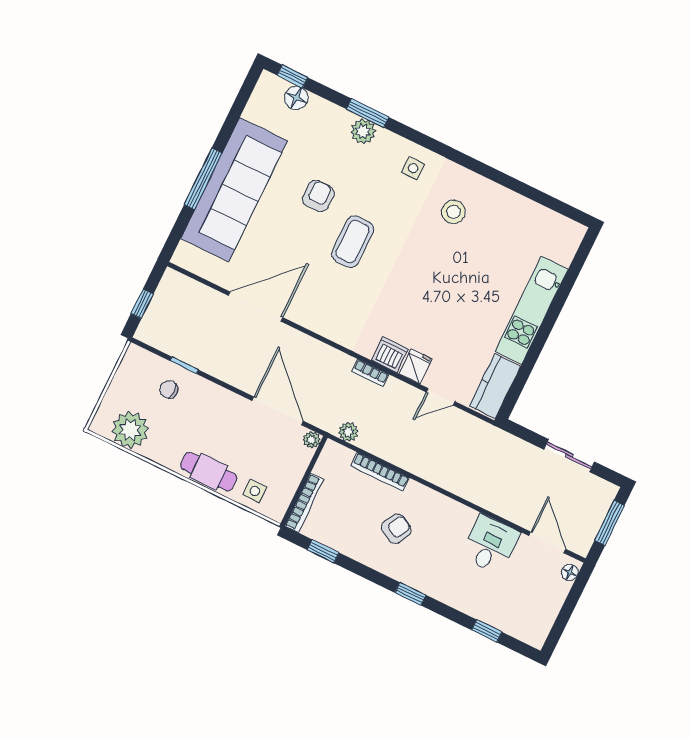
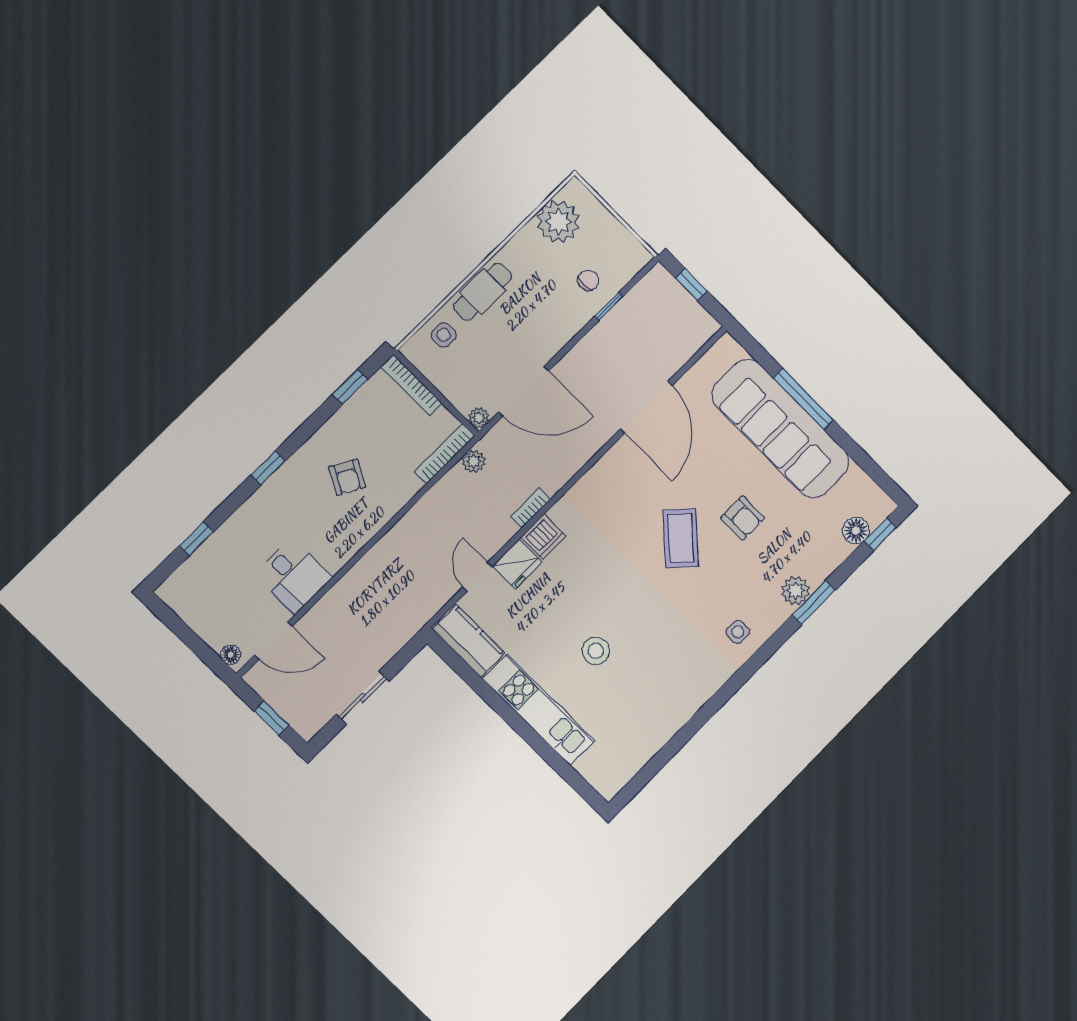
stool: (453, 212) -> (596, 651), moved
coffee table: (353, 242) -> (681, 538), turned 42
fridge: (415, 366) -> (517, 564), width x1.38
bookcase: (380, 472) -> (445, 454), moved
window: (610, 523) -> (271, 718), width x0.67

